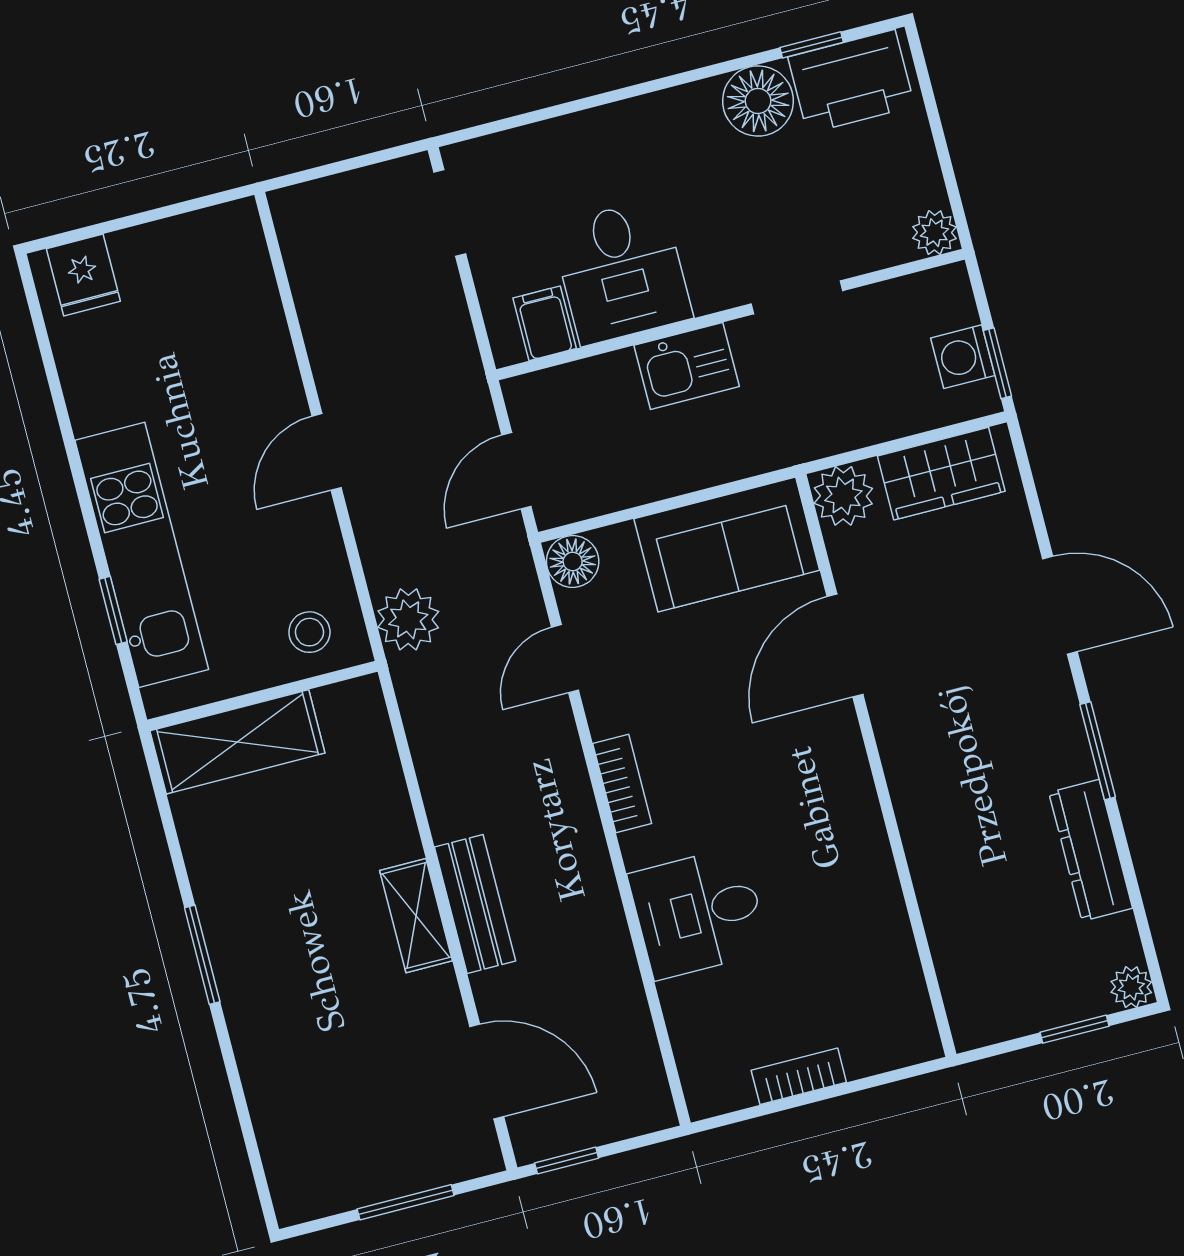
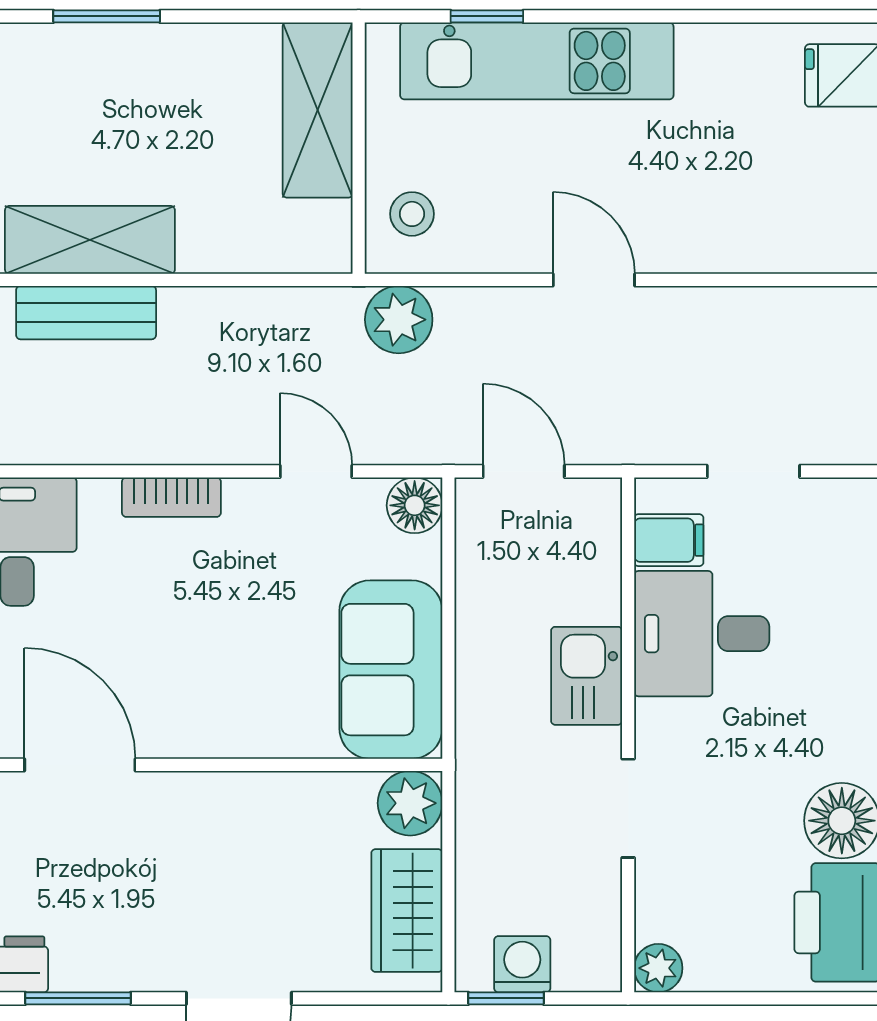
doorway: (450, 213) -> (753, 471), moved
door: (845, 645) -> (80, 765), moved
shelving: (416, 916) -> (90, 240), width x1.50, depth x1.33

